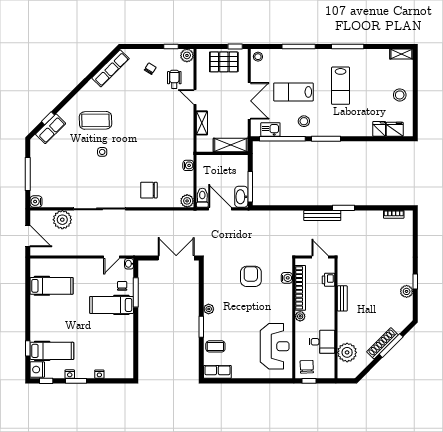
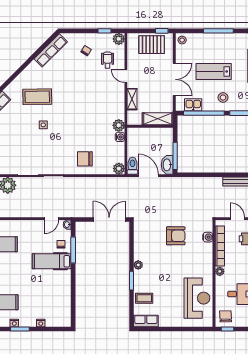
plant: (187, 152) -> (119, 125), added
armchair: (251, 276) -> (176, 236), turned 90

